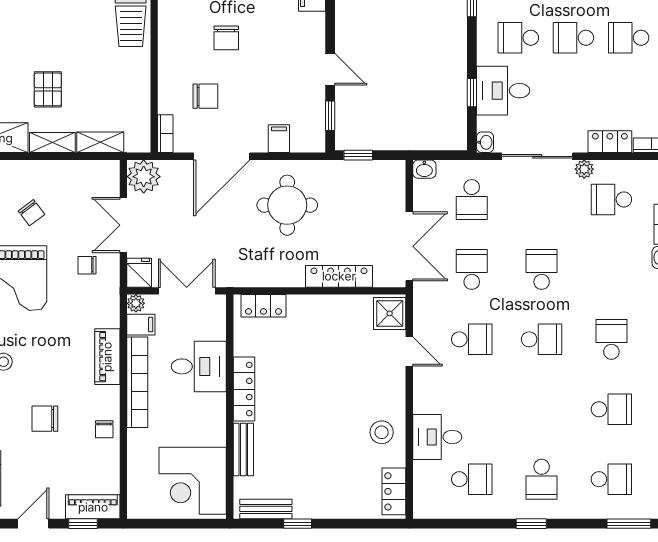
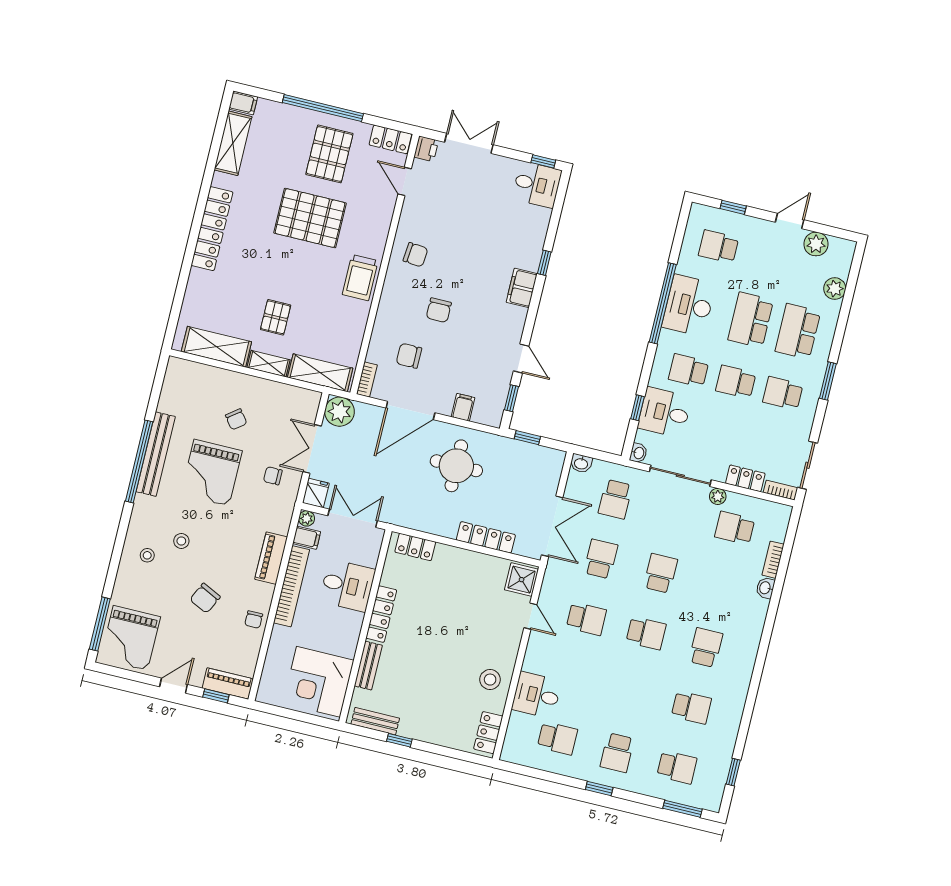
chair: (205, 96) -> (409, 356), turned 180
shelving: (100, 142) -> (320, 373), width x1.50, depth x1.33
chair: (45, 419) -> (205, 598), turned -64

